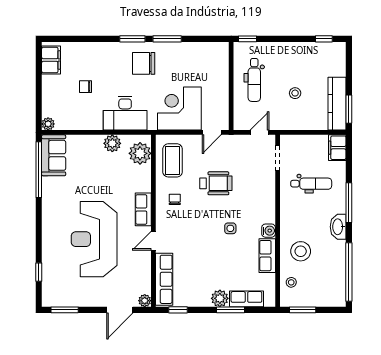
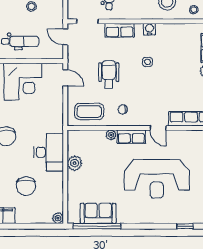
chair: (85, 87) -> (26, 186), width x1.87, depth x1.87
corner desk: (179, 109) -> (23, 82), moved, turned -90
plant: (140, 153) -> (111, 135), moved, width x0.53, depth x0.53
sofa: (54, 155) -> (98, 213), moved
row of seats: (267, 256) -> (120, 30), moved

